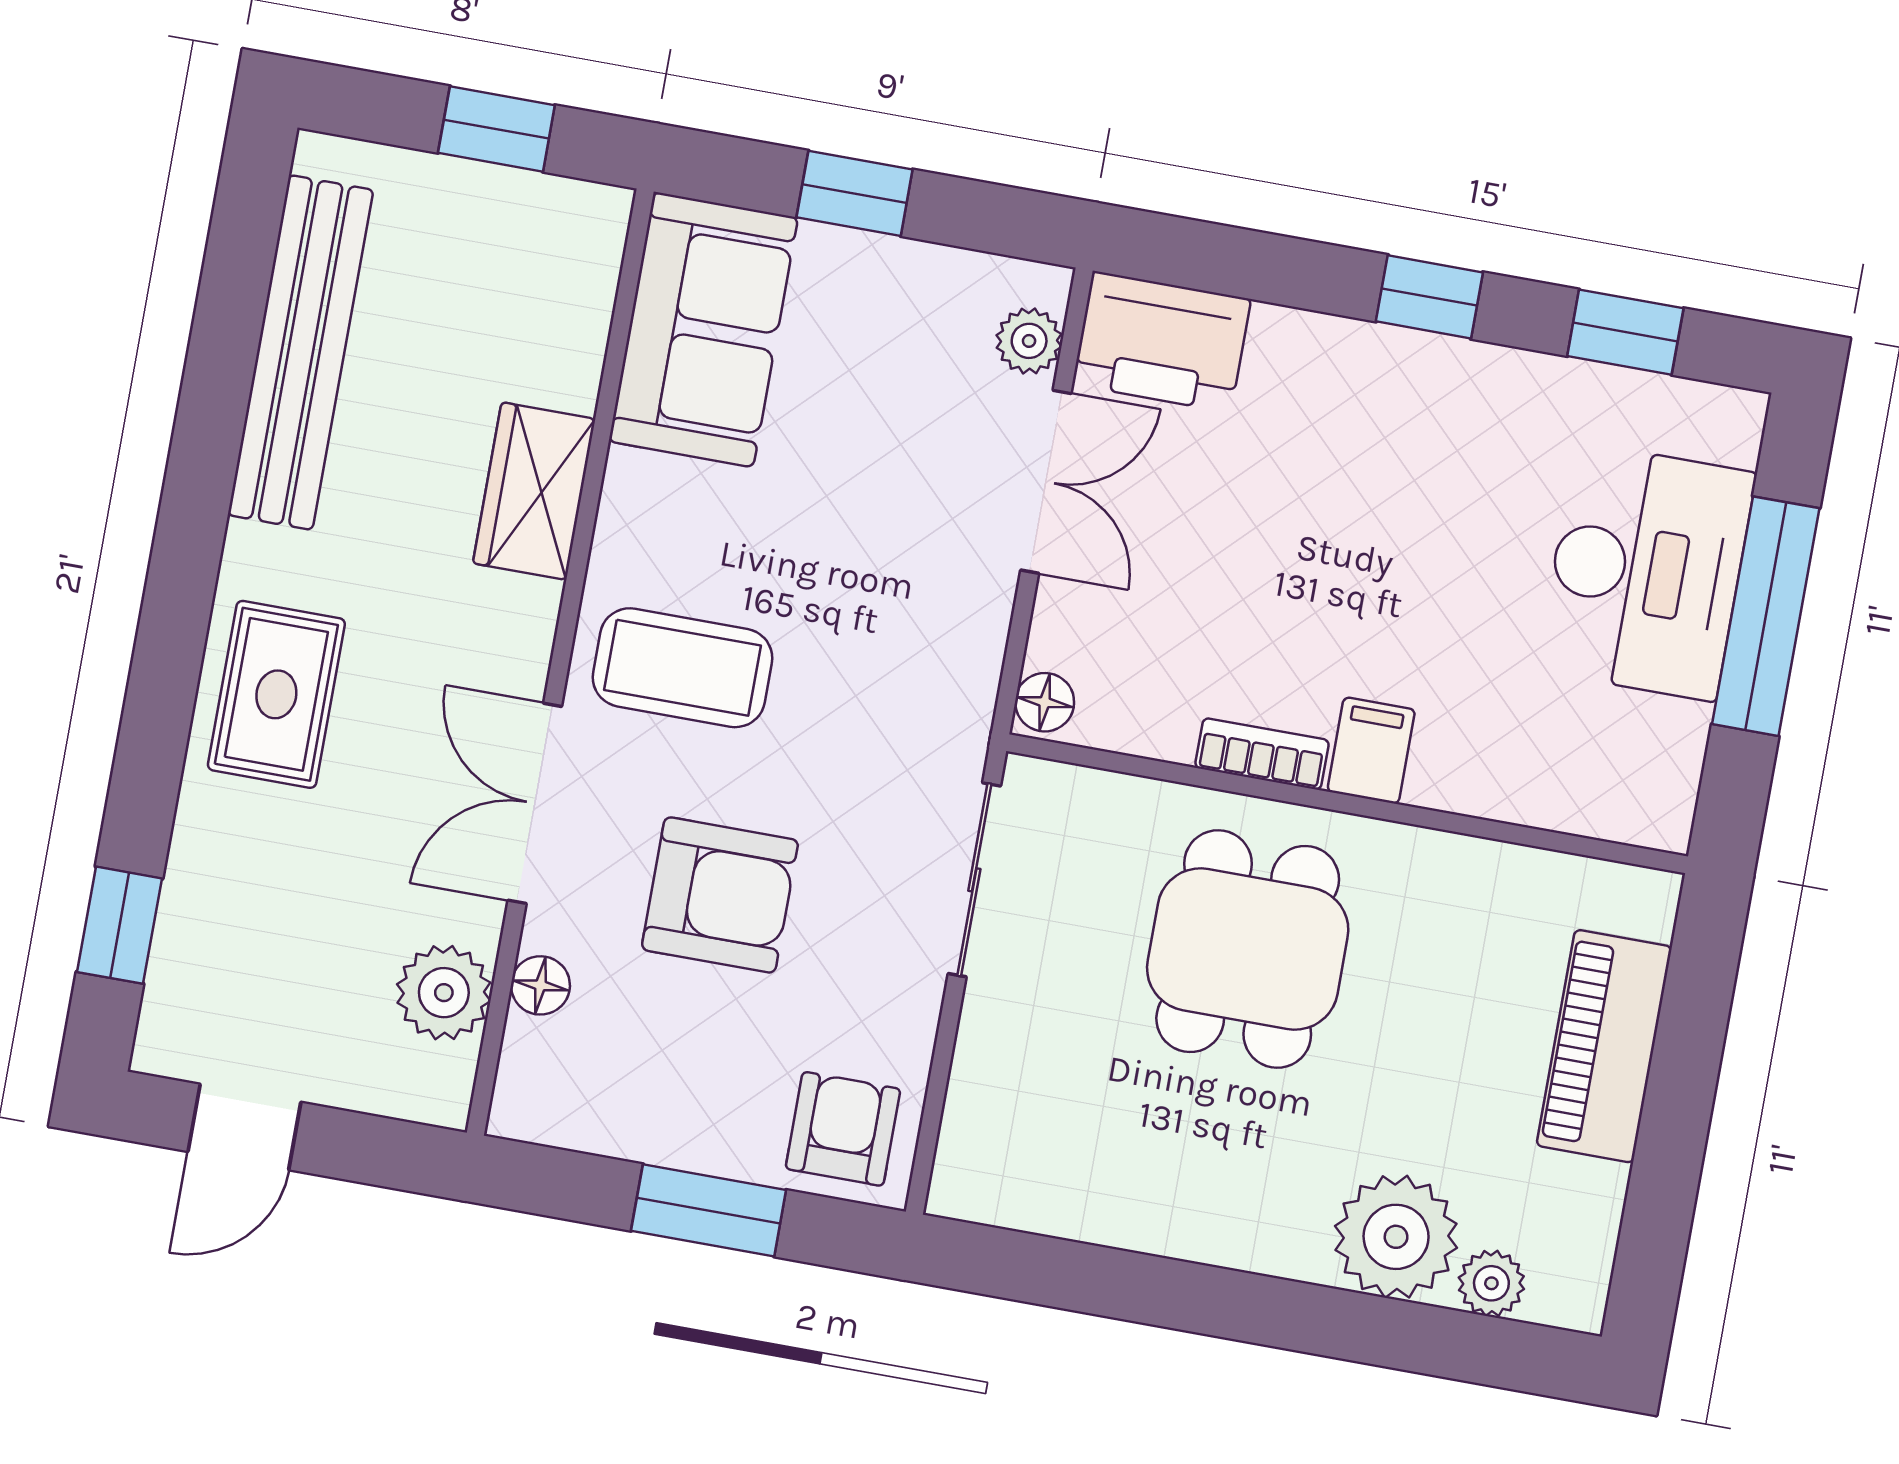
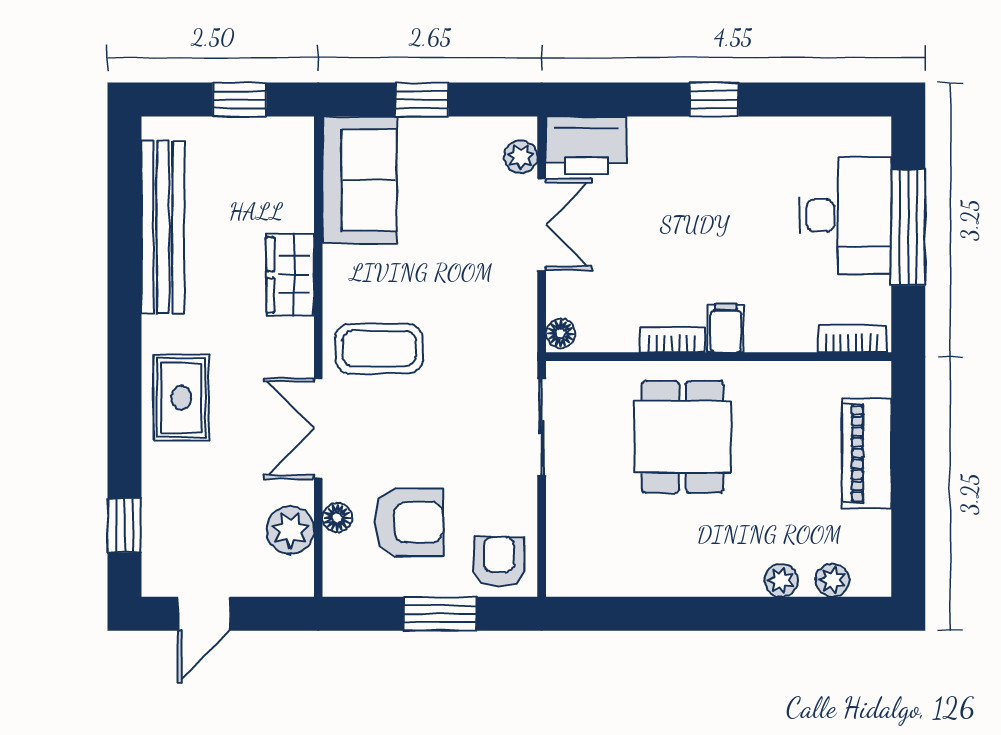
window: (1625, 332) -> (814, 100), removed
bookcase: (1615, 816) -> (852, 339), added
armchair: (720, 895) -> (409, 522), moved
plant: (1396, 1237) -> (781, 580), width x0.53, depth x0.53

